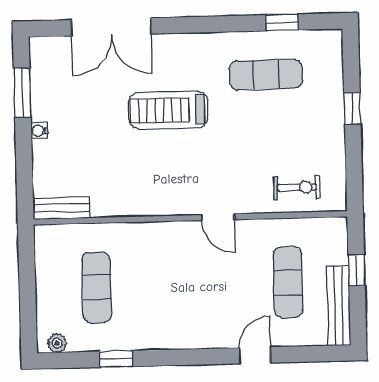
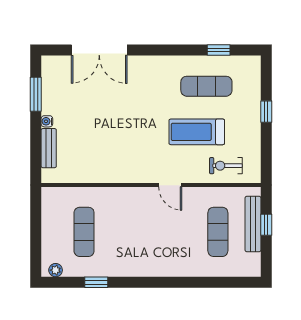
treadmill: (168, 110) -> (197, 132), moved
exercise bike: (297, 187) -> (226, 166), turned 180
bench: (61, 208) -> (49, 148), moved, turned 90
bench: (339, 306) -> (253, 224), moved
door: (255, 355) -> (194, 282), removed

